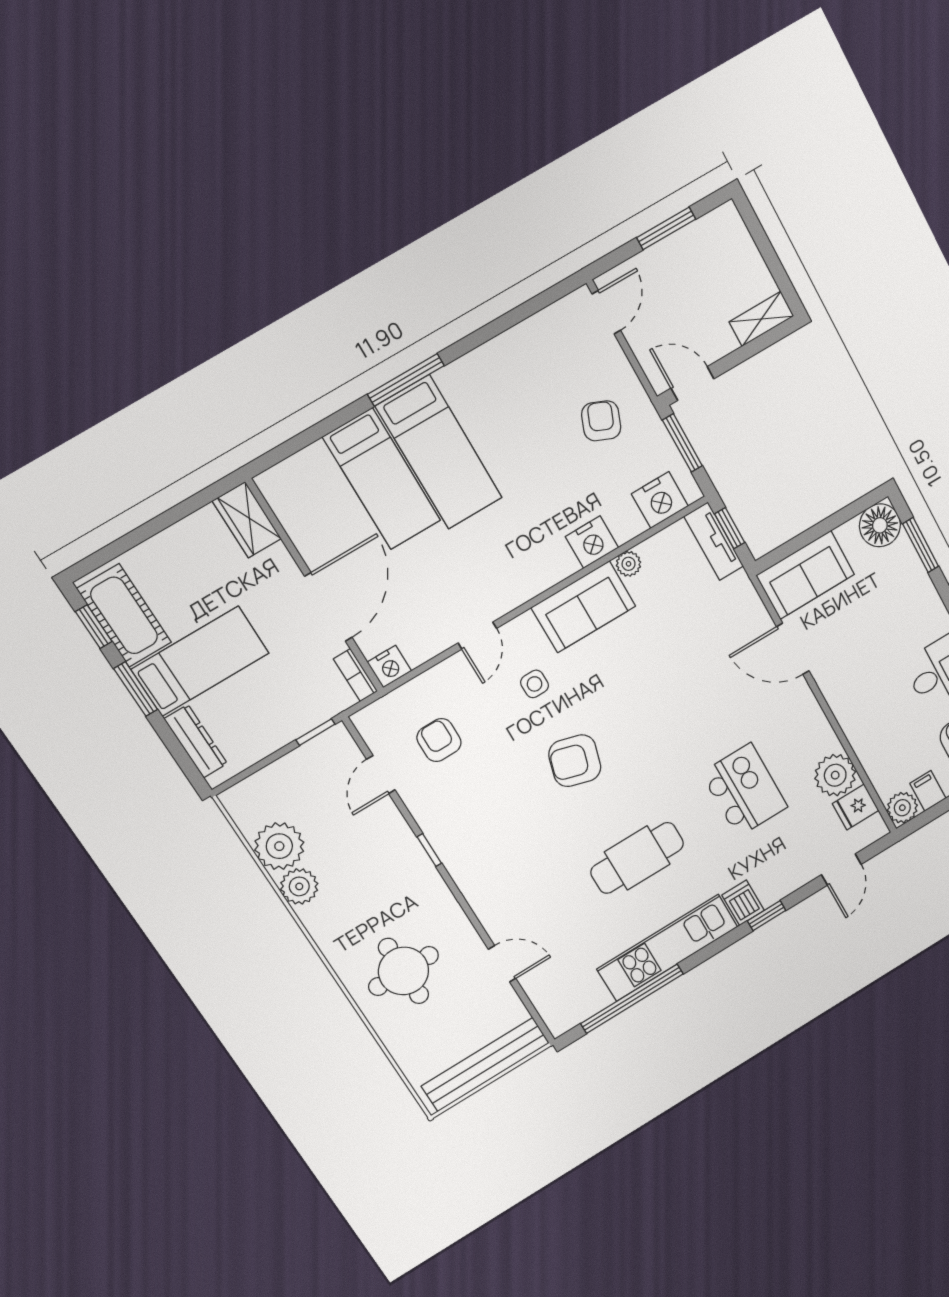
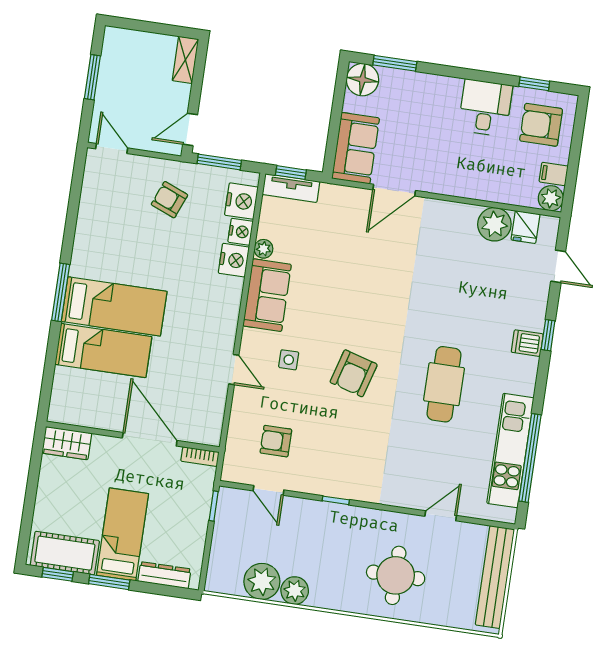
nightstand: (389, 667) -> (240, 232), moved
kitchen island: (744, 790) -> (457, 287), removed
kitchen unit: (667, 948) -> (510, 451), moved

